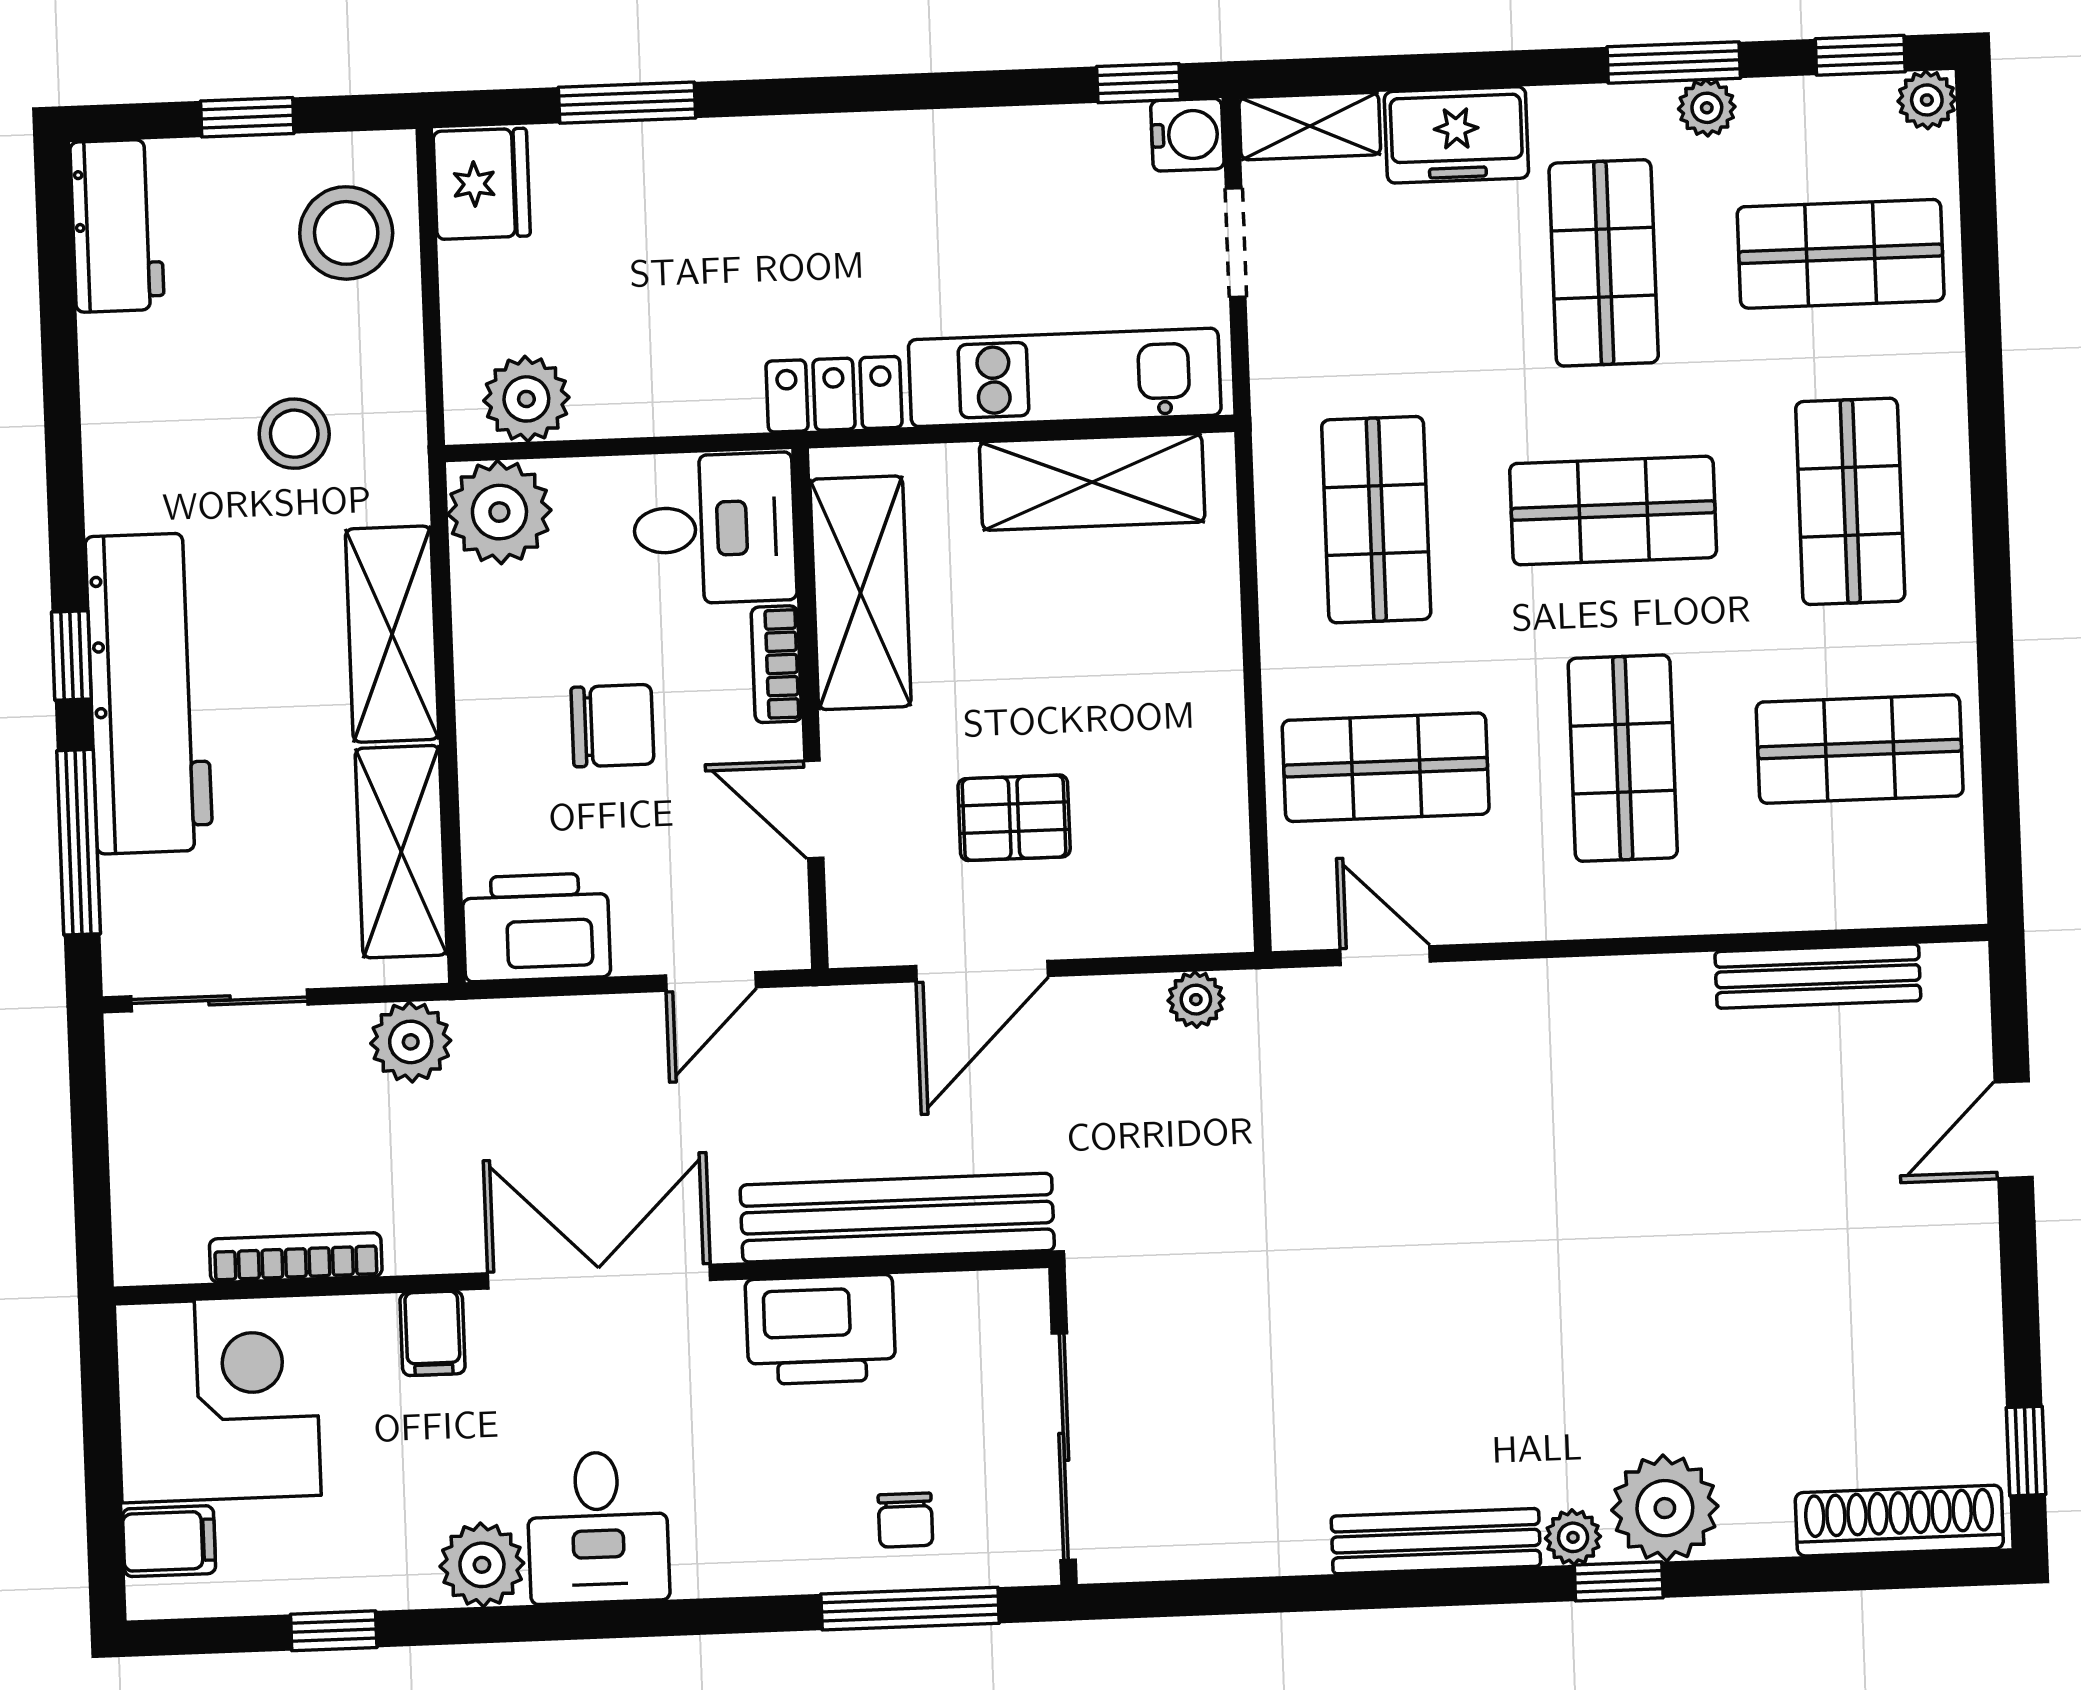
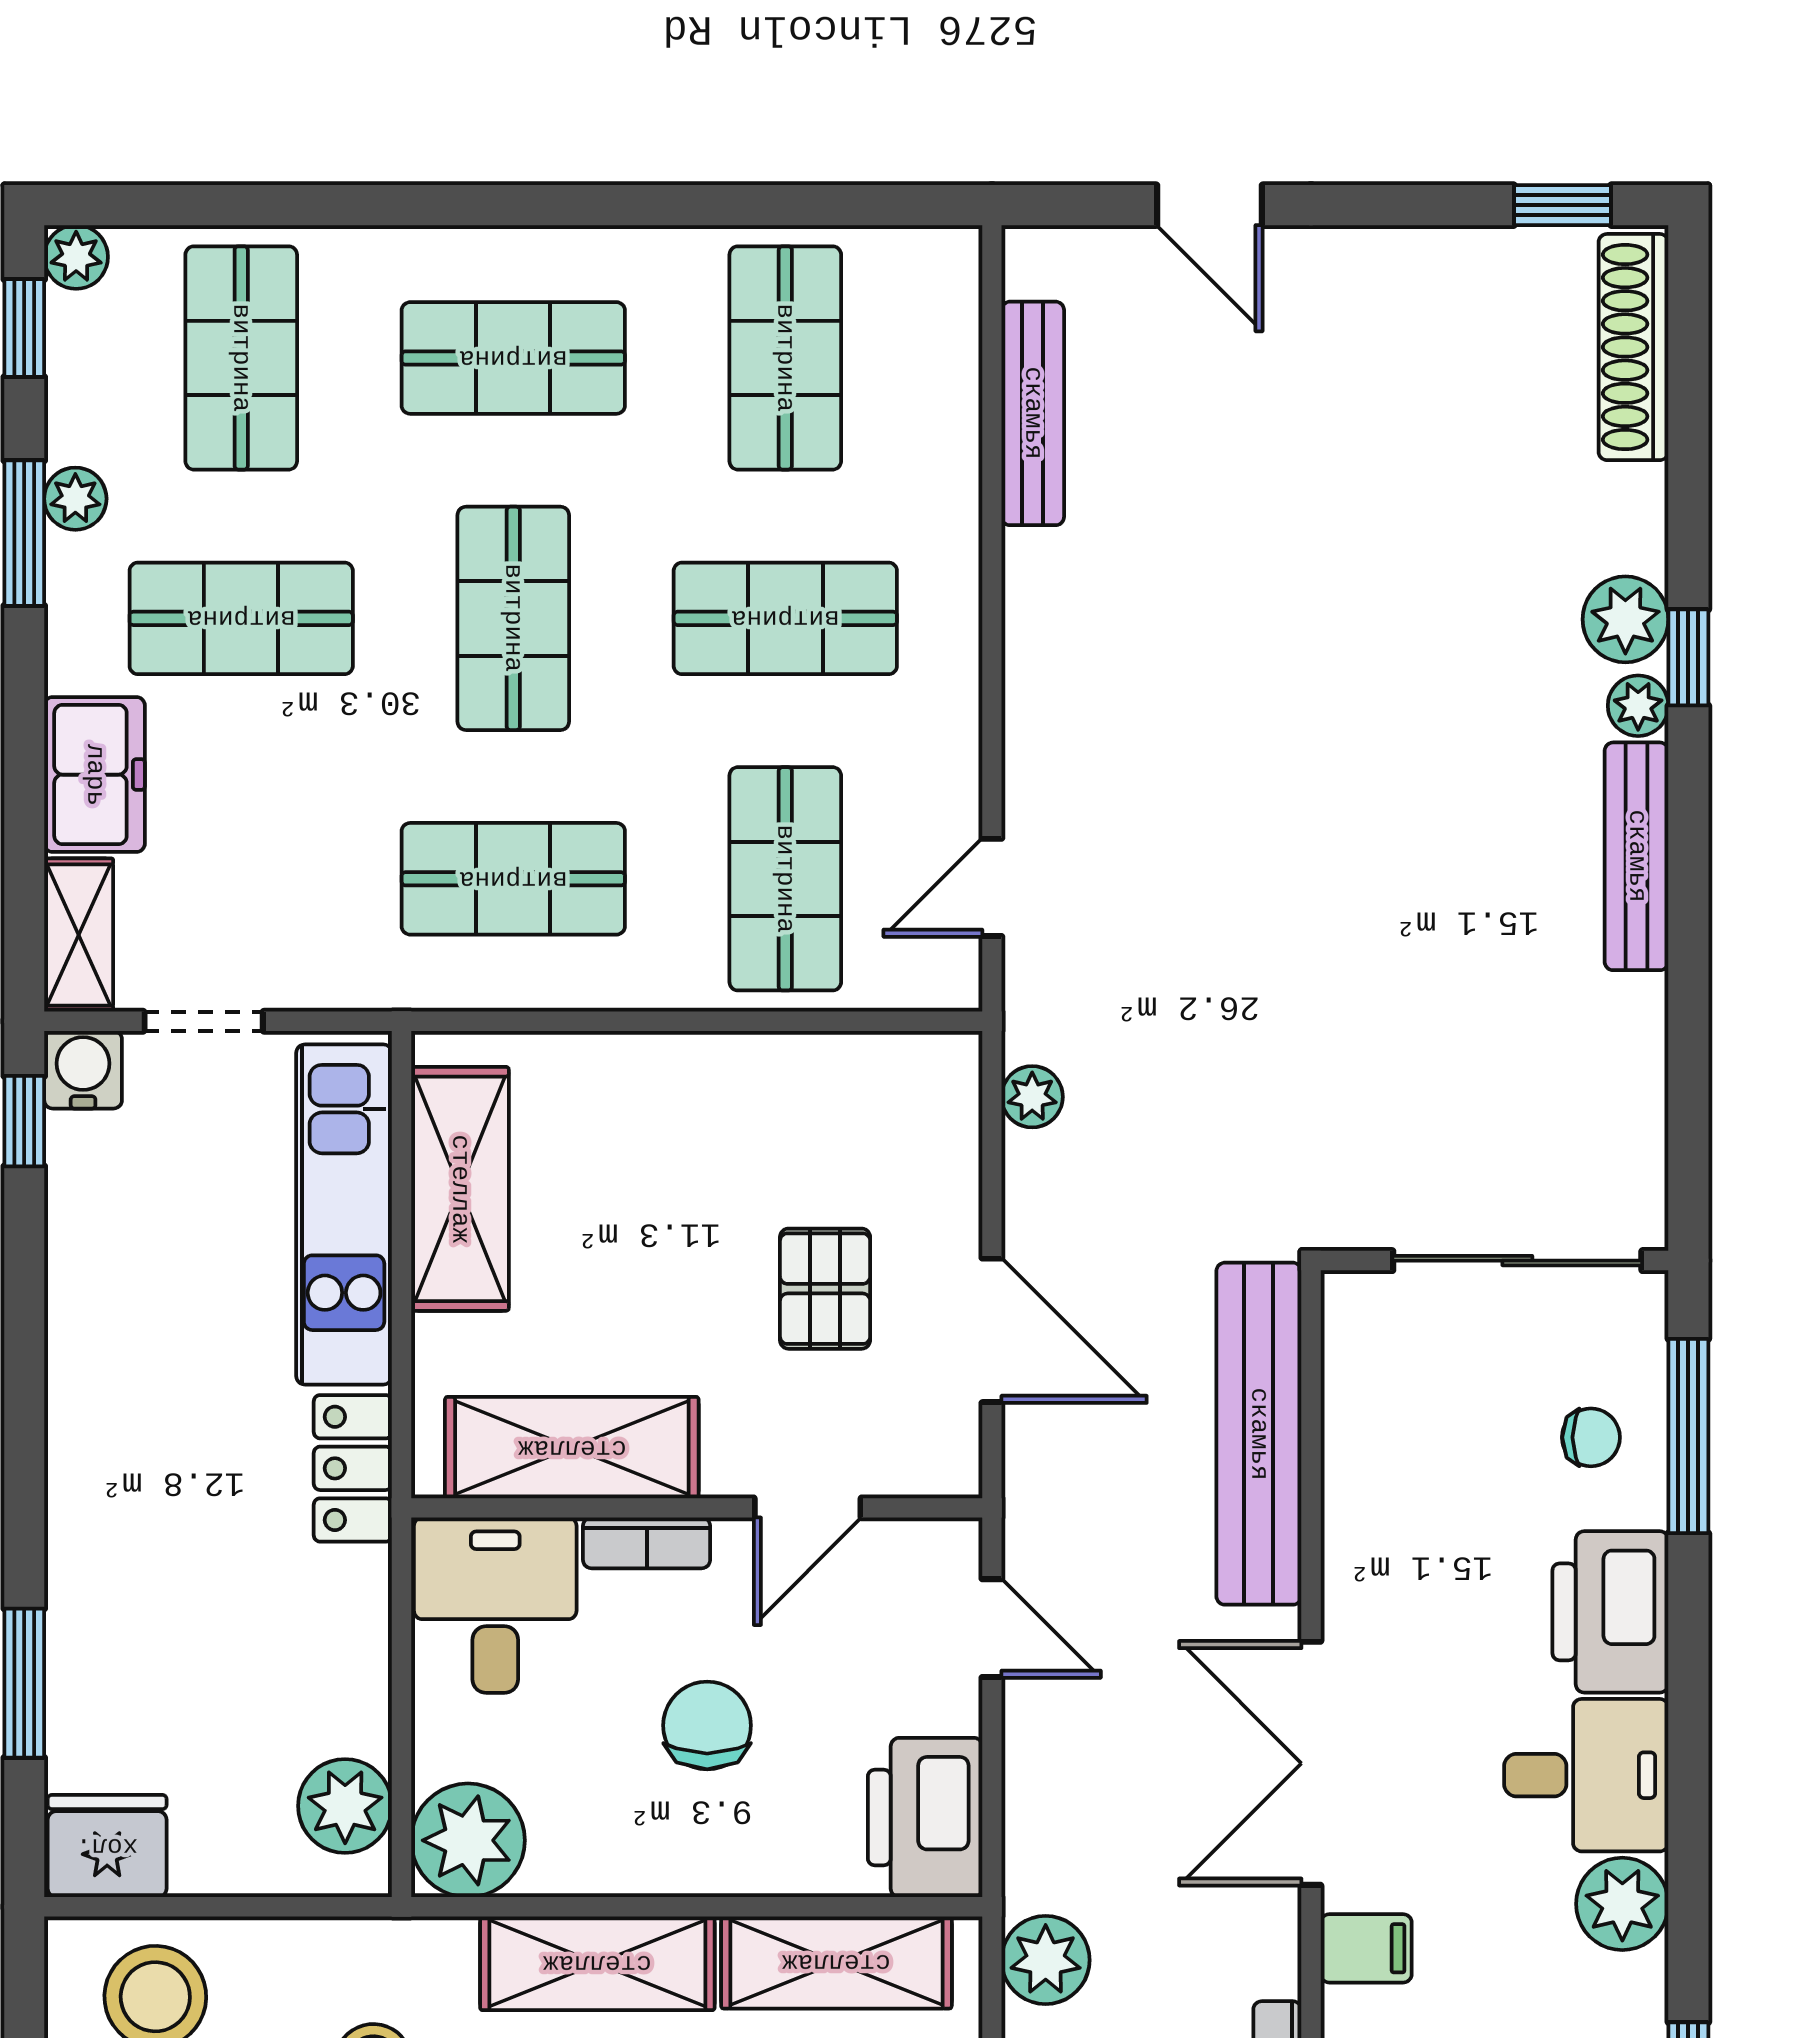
printer: (821, 1330) -> (1610, 1612), moved, turned 180
plant: (1665, 1508) -> (1625, 619), width x0.73, depth x0.73

